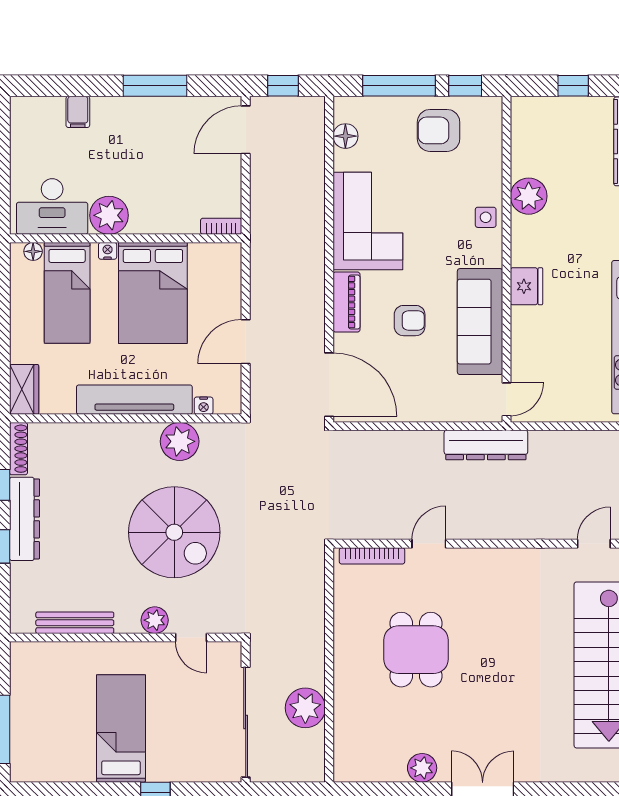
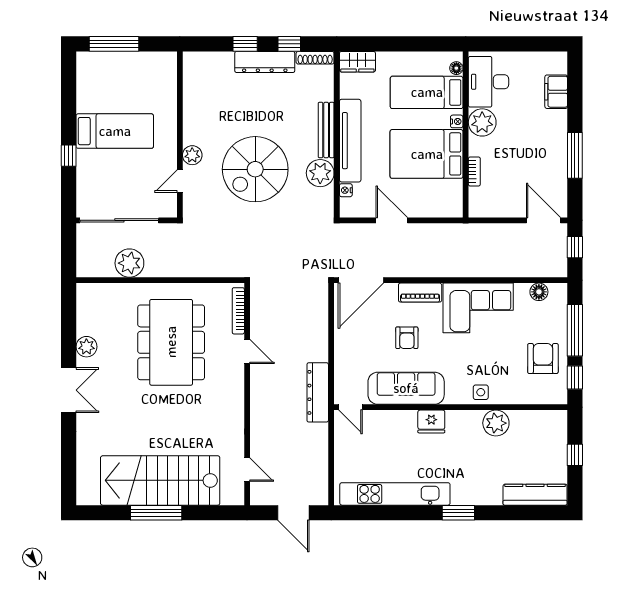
filing cabinet: (78, 112) -> (556, 92), width x2.00
bookcase: (221, 226) -> (474, 171), moved
bench: (75, 623) -> (326, 130), moved
dining table: (416, 650) -> (171, 342), width x1.87, depth x1.24

